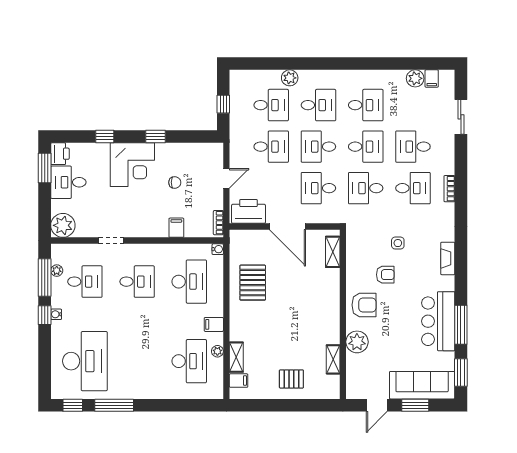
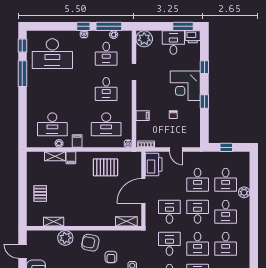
armchair: (364, 305) -> (90, 243), turned 101
filing cabinet: (239, 381) -> (71, 158), moved

